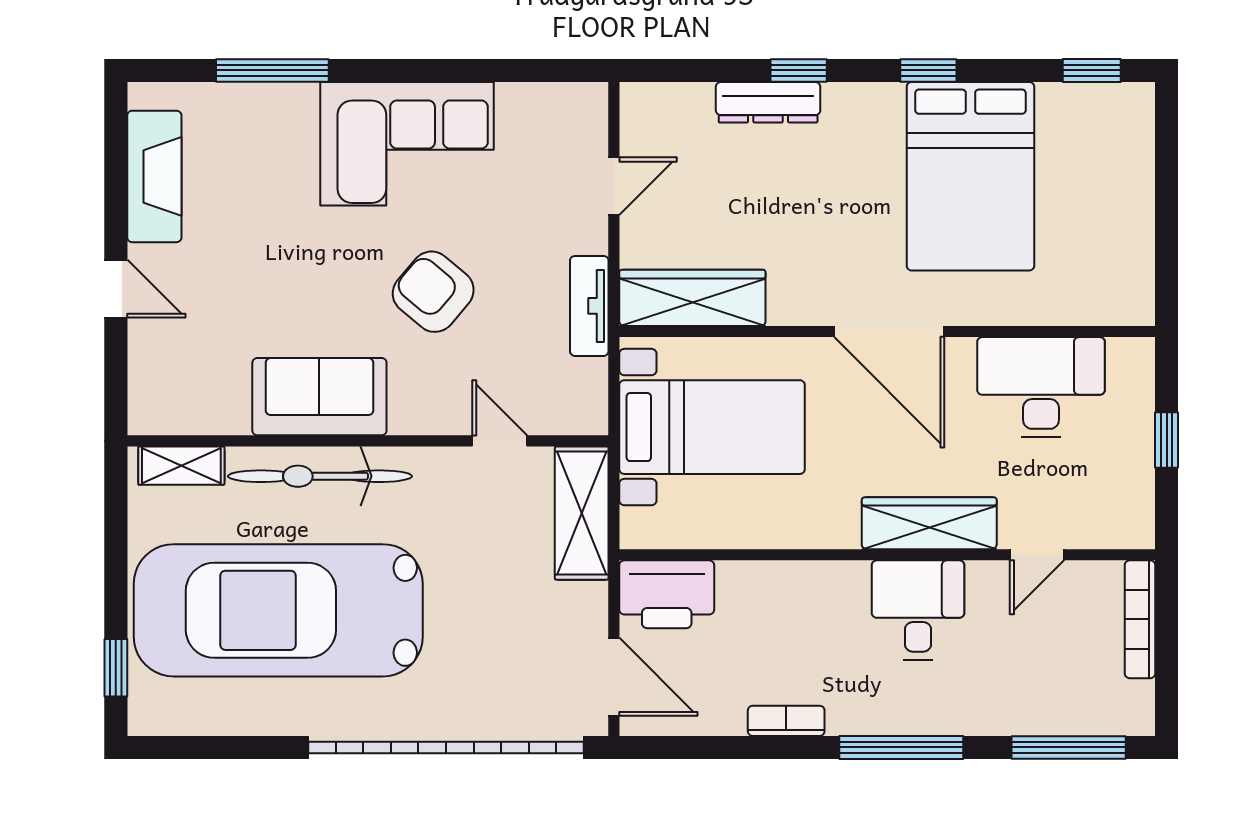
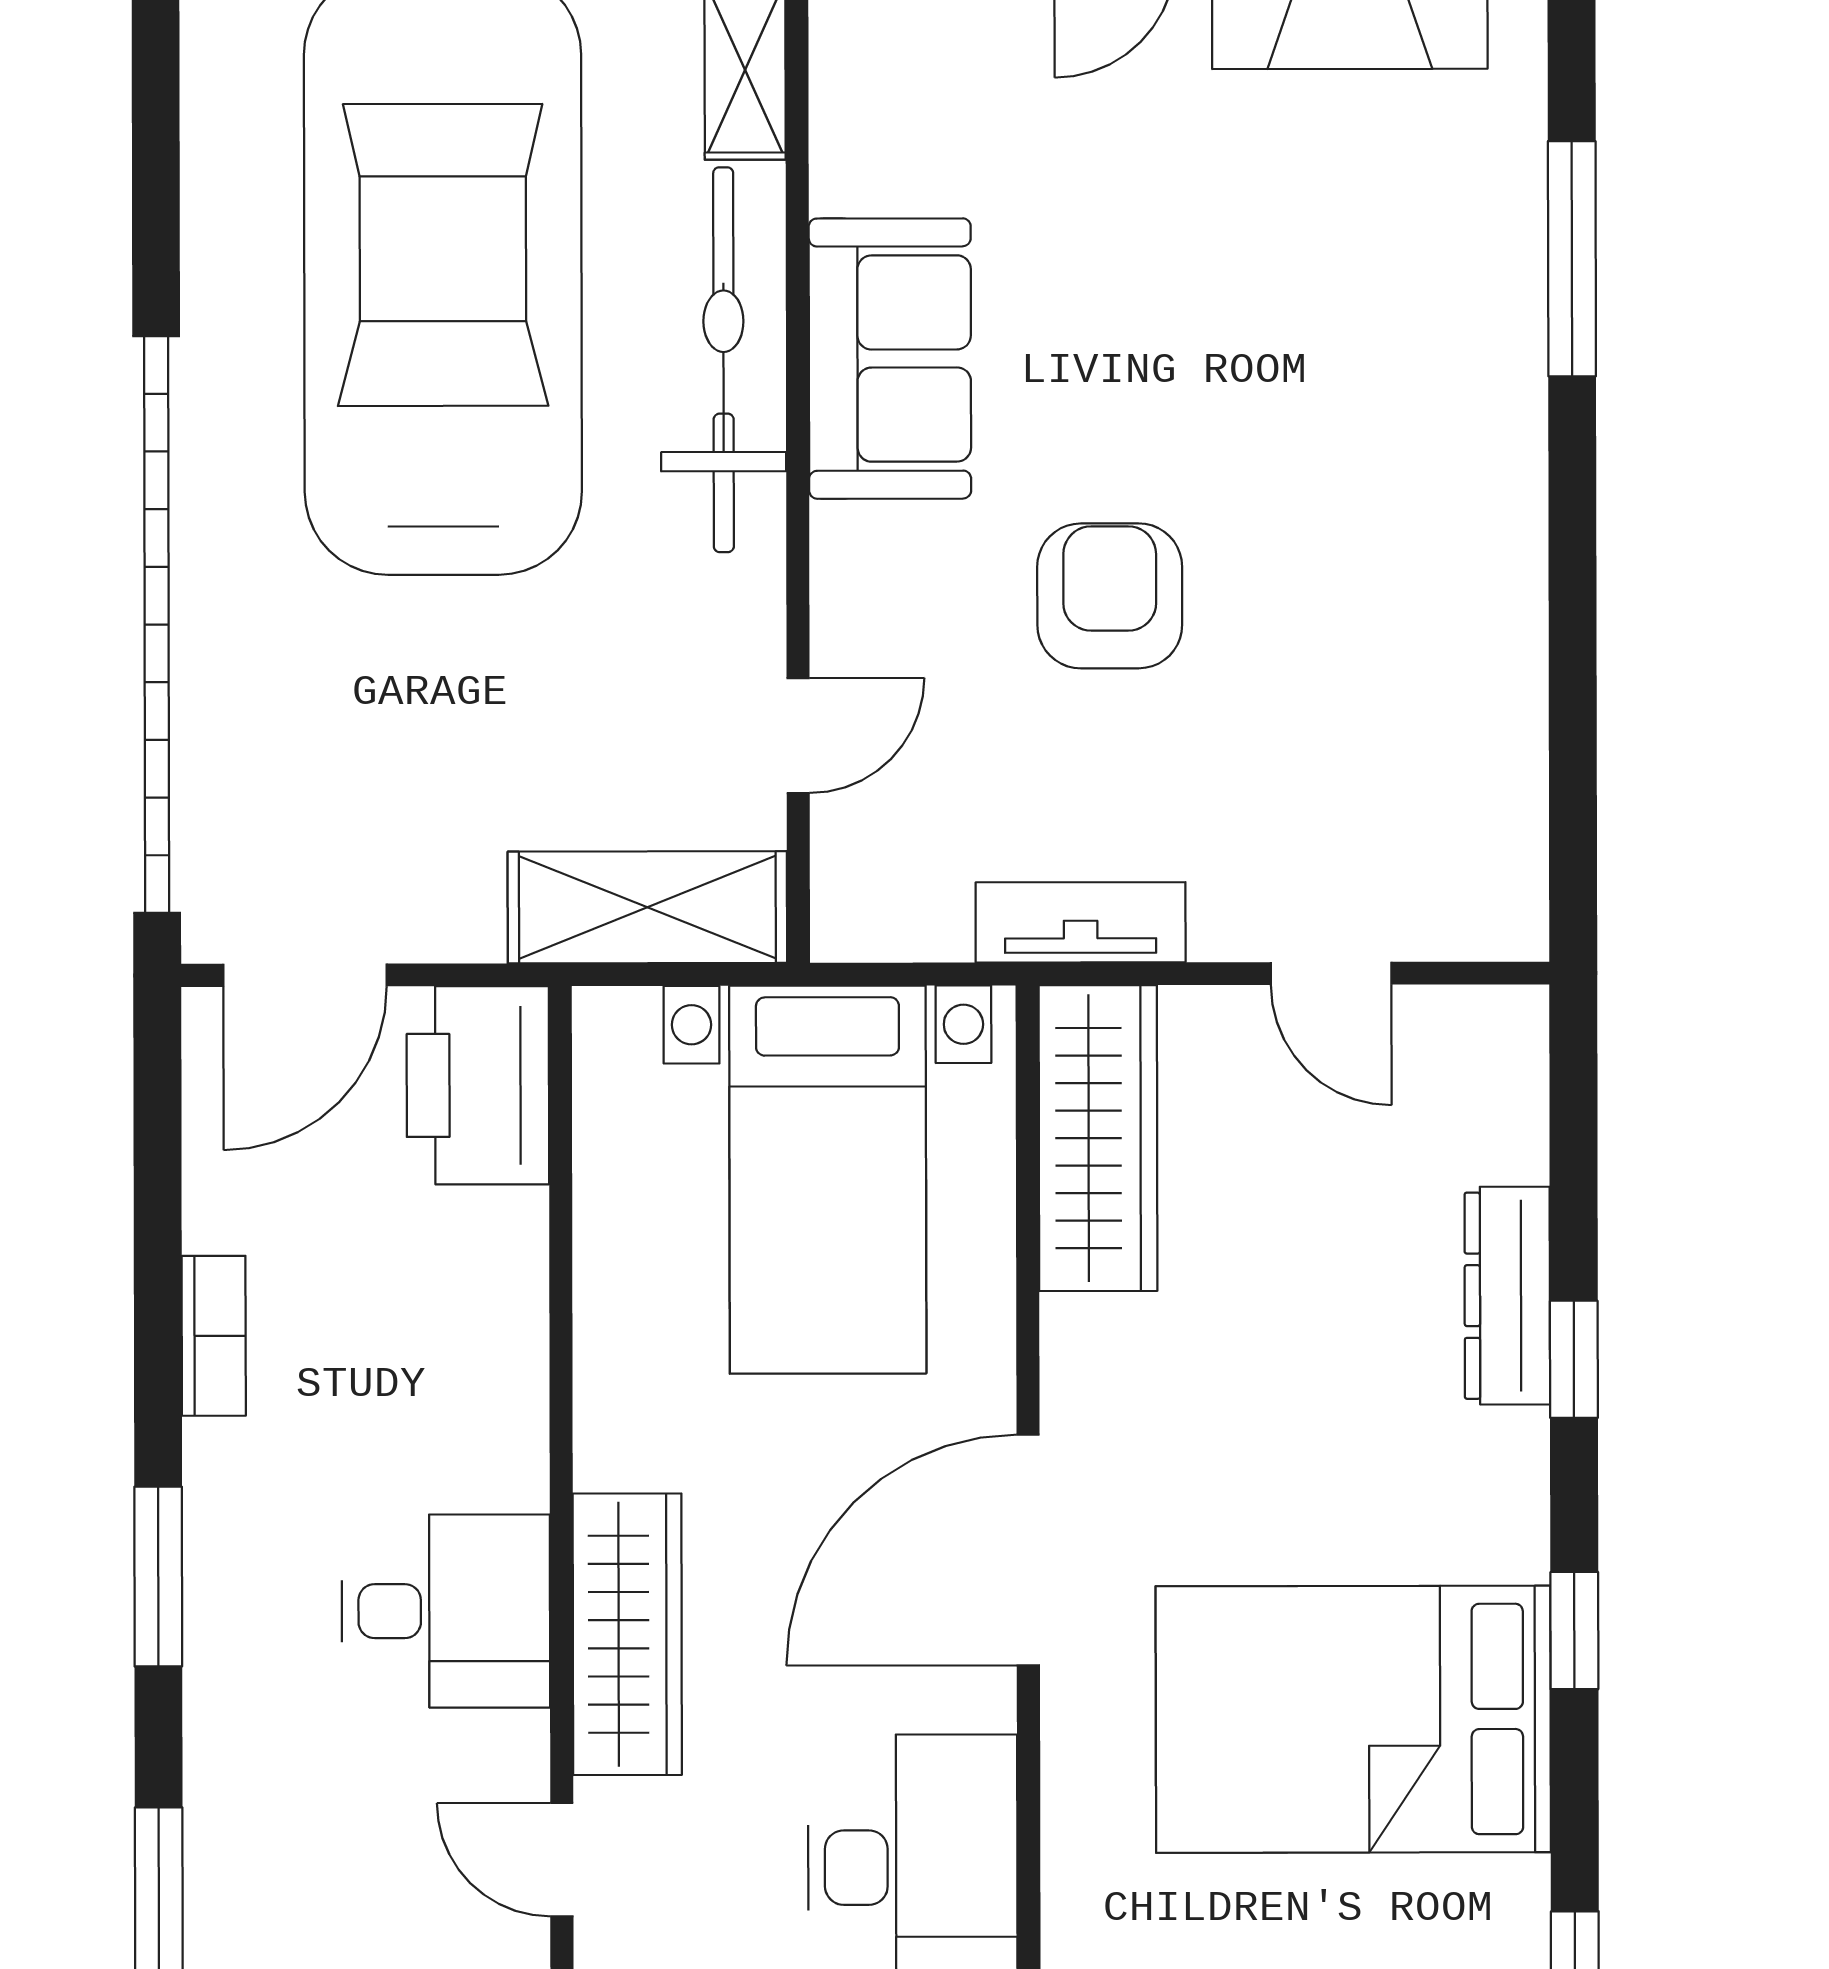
corner sofa: (407, 144) -> (1419, 541), removed
armchair: (433, 292) -> (1110, 596), turned -40
window: (901, 747) -> (158, 1577), width x0.69

